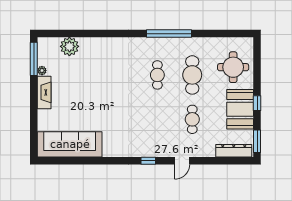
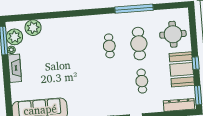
window: (169, 34) -> (134, 9), moved
plant: (47, 56) -> (15, 37), added

